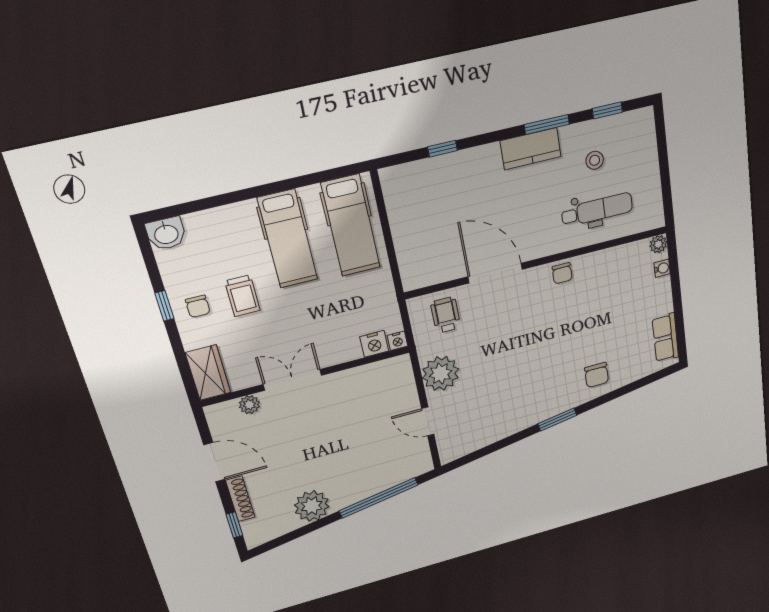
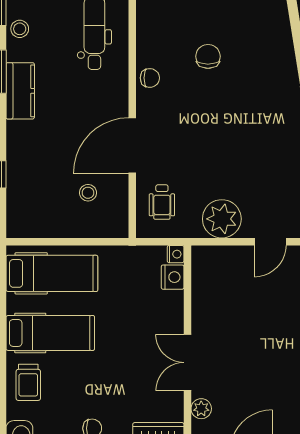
stool: (595, 160) -> (20, 29), moved
stool: (441, 242) -> (88, 193), added
trolley: (243, 296) -> (28, 382), moved, turned 90
wheelchair: (446, 315) -> (162, 202), turned -90
chair: (597, 375) -> (208, 56), moved, turned -90

